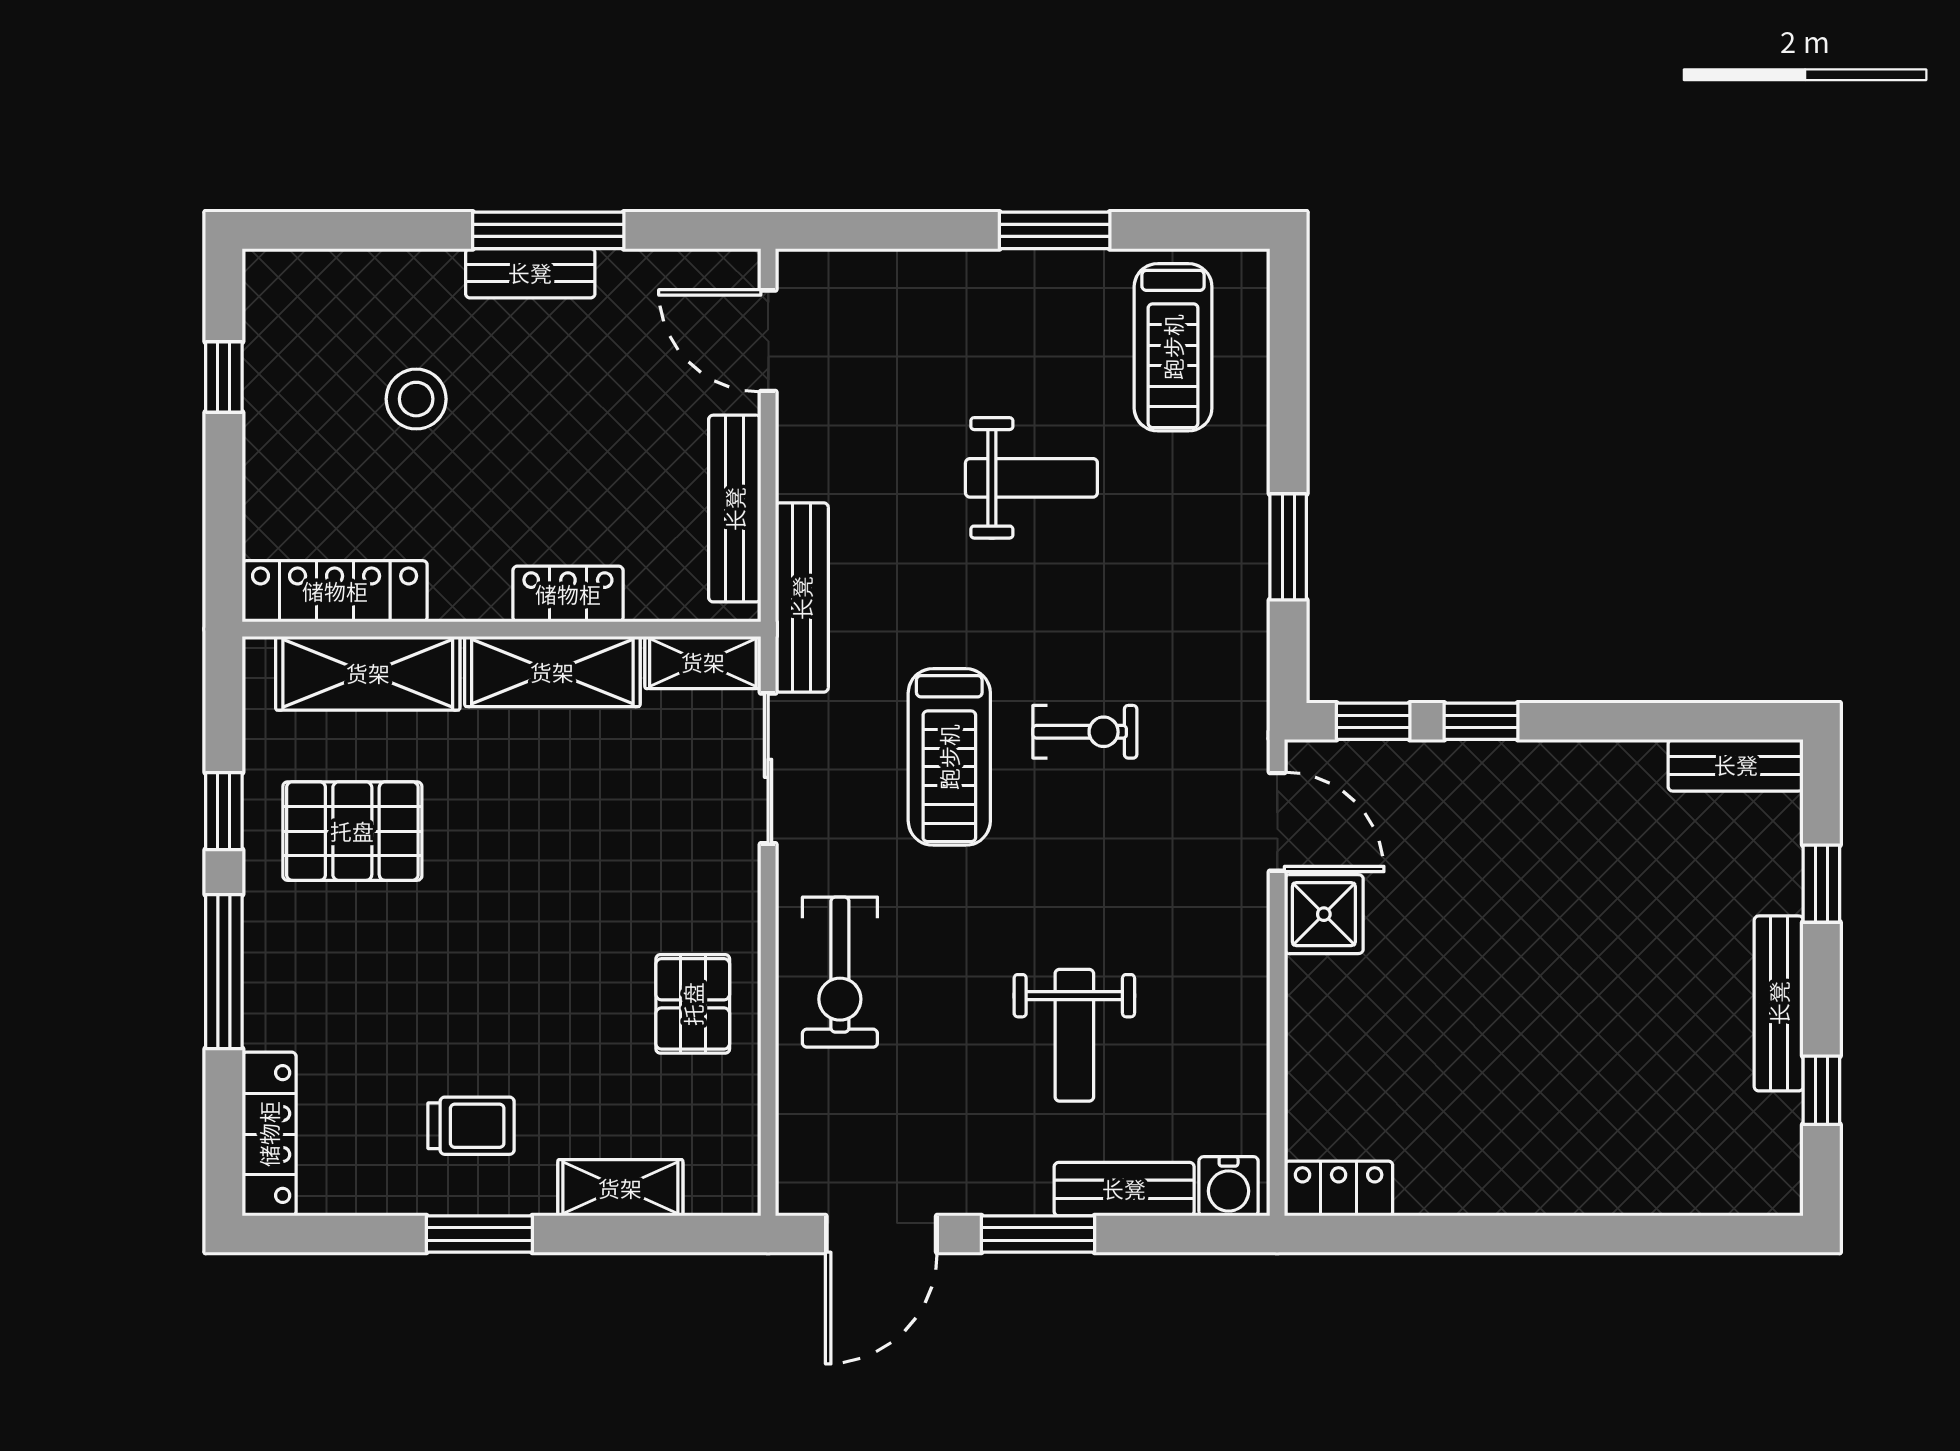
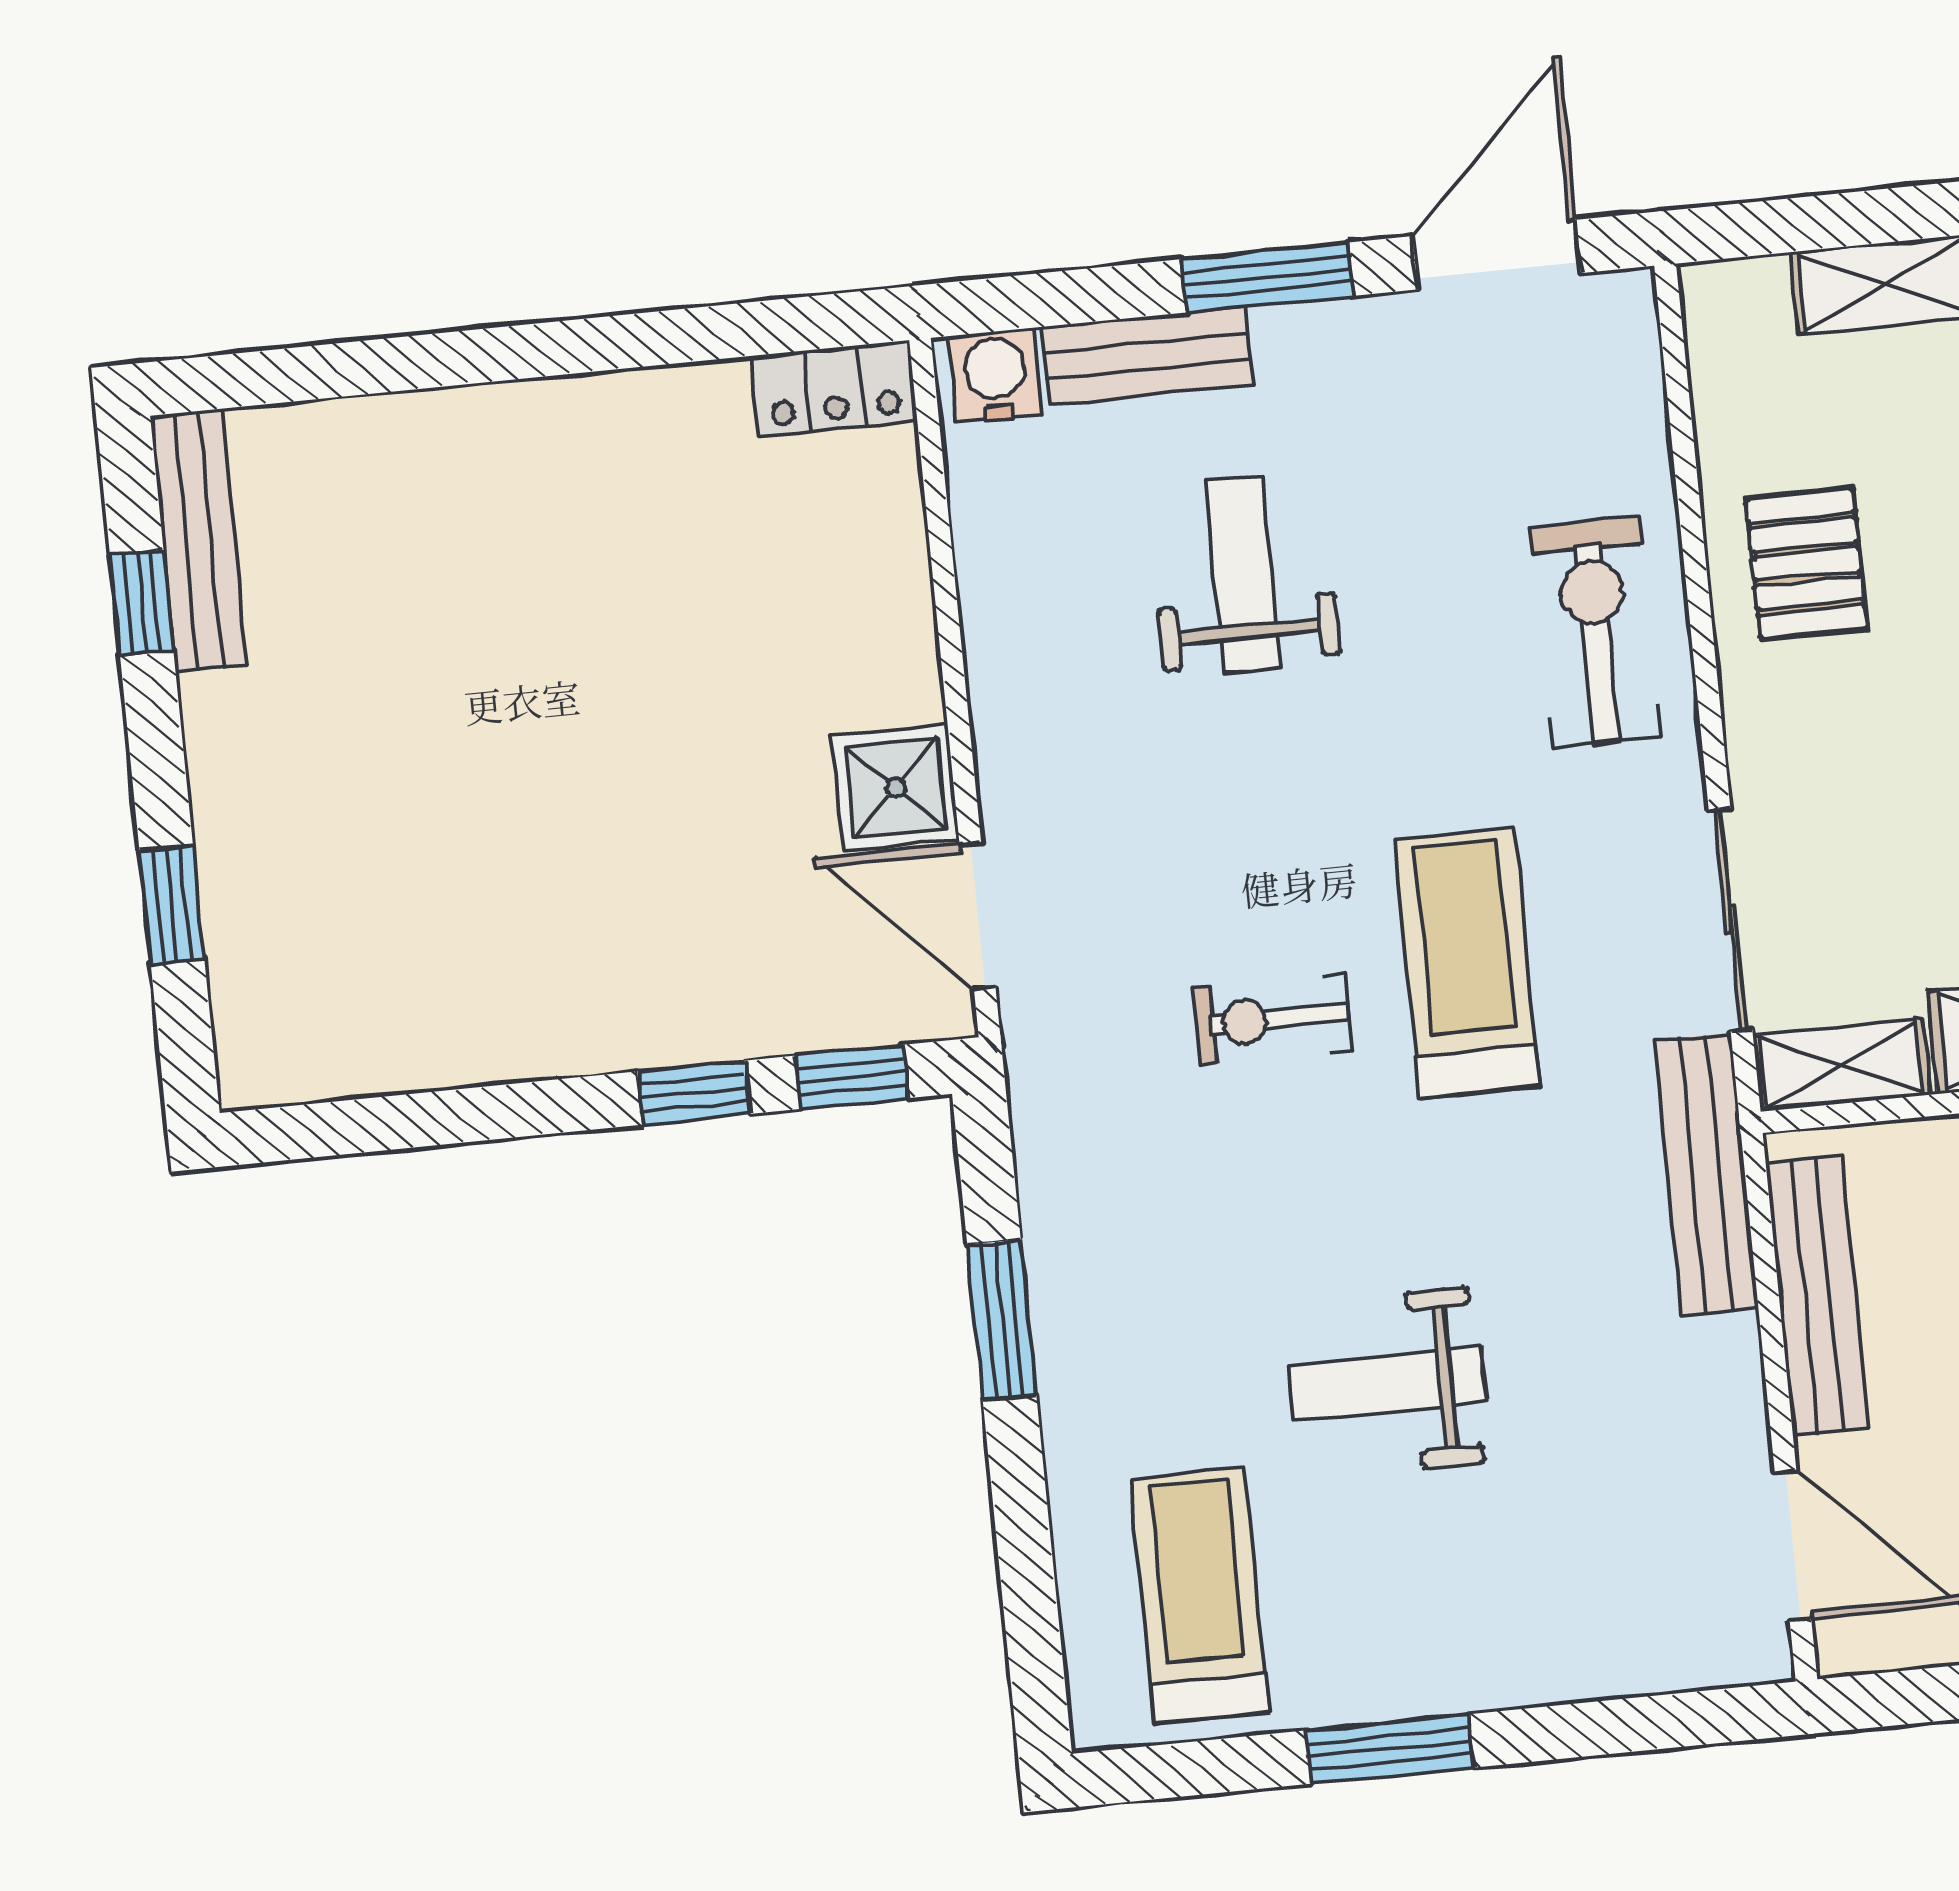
bench: (1736, 765) -> (315, 1066), removed
bench: (1779, 1003) -> (199, 540), moved

